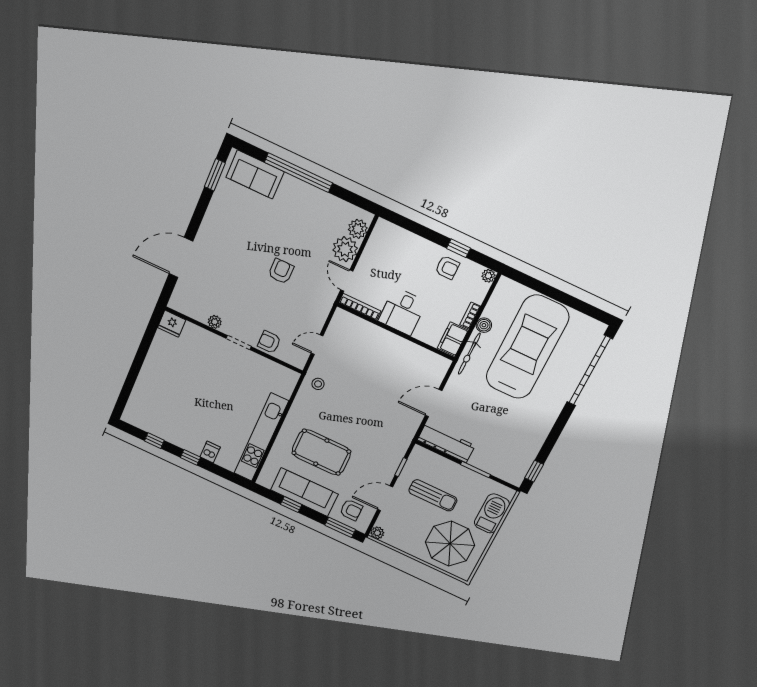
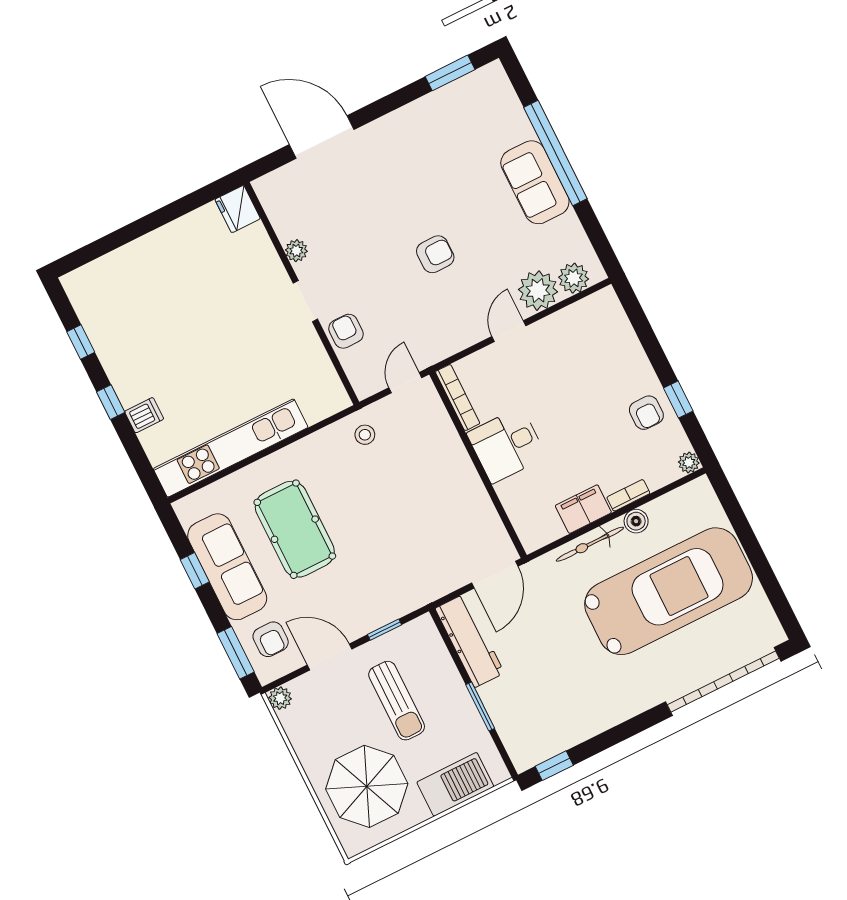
sofa: (255, 175) -> (535, 182), moved
bookcase: (360, 307) -> (458, 398), moved
desk: (402, 311) -> (507, 445), moved
wall: (396, 332) -> (478, 465), moved
door: (317, 345) -> (405, 383), hinge flipped
door: (434, 403) -> (495, 575), swing flipped

